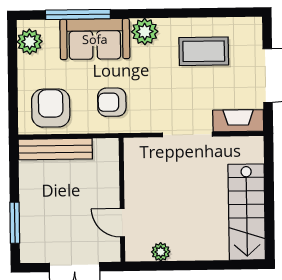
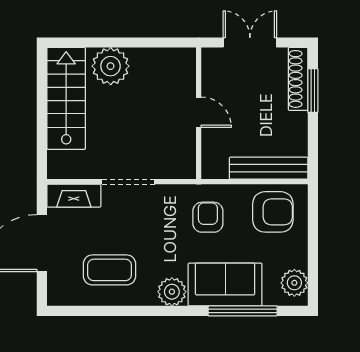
armchair: (112, 102) -> (208, 217), turned -90
armchair: (51, 108) -> (273, 212), turned -90
door: (122, 223) -> (199, 112), moved
shoe rack: (29, 233) -> (298, 79), added
plant: (161, 252) -> (111, 66), moved, width x1.88, depth x1.88

